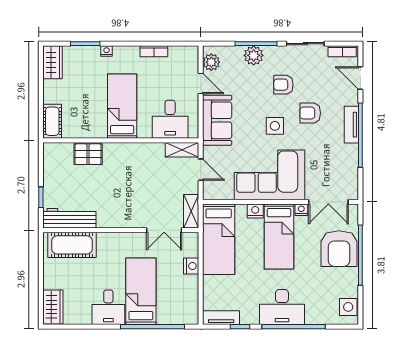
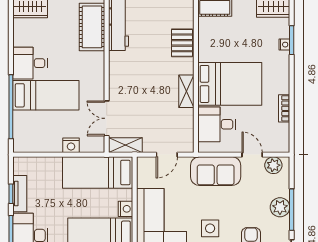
nightstand: (106, 51) -> (284, 45), moved
door: (201, 84) -> (252, 155), swing flipped
bed: (122, 106) -> (230, 84), width x1.50
shelving: (182, 150) -> (186, 91), moved
tv unit: (221, 318) -> (20, 194), moved

